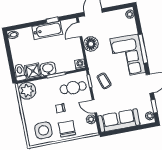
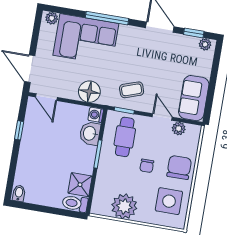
bathtub: (47, 30) -> (31, 143), removed
floor lamp: (91, 44) -> (89, 92), moved
corner sofa: (128, 56) -> (86, 39), moved
washbasin: (48, 69) -> (90, 133), moved
plant: (27, 91) -> (124, 206), moved
door: (94, 106) -> (162, 117), swing flipped
sofa: (119, 121) -> (194, 98), width x0.73
chair: (67, 129) -> (179, 167), turned 90

